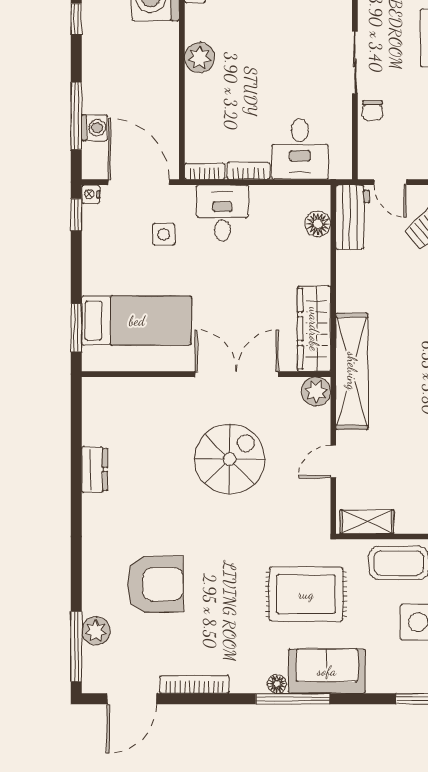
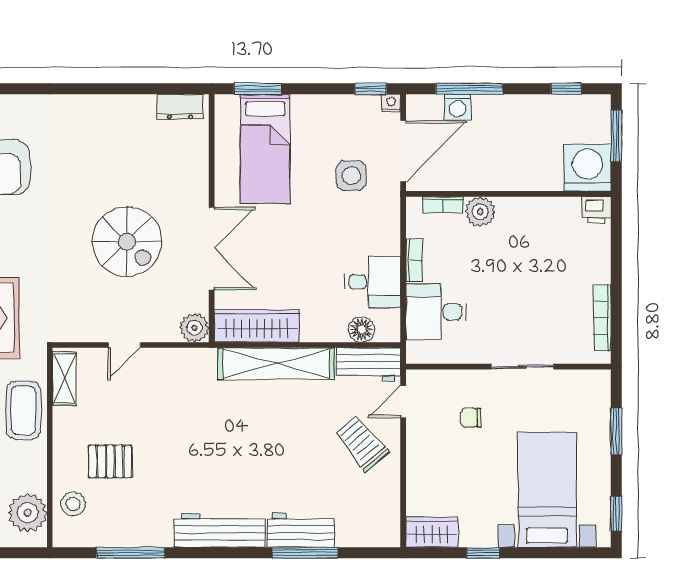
plant: (200, 58) -> (480, 212), moved
chair: (373, 110) -> (471, 418), moved
bookcase: (205, 171) -> (443, 205), moved, turned 90
desk: (222, 213) -> (373, 282), moved
side table: (164, 234) -> (351, 176), width x1.37, depth x1.37
shelving: (352, 371) -> (276, 364), moved
door: (333, 462) -> (124, 345), swing flipped
dresser: (95, 469) -> (180, 107), moved

